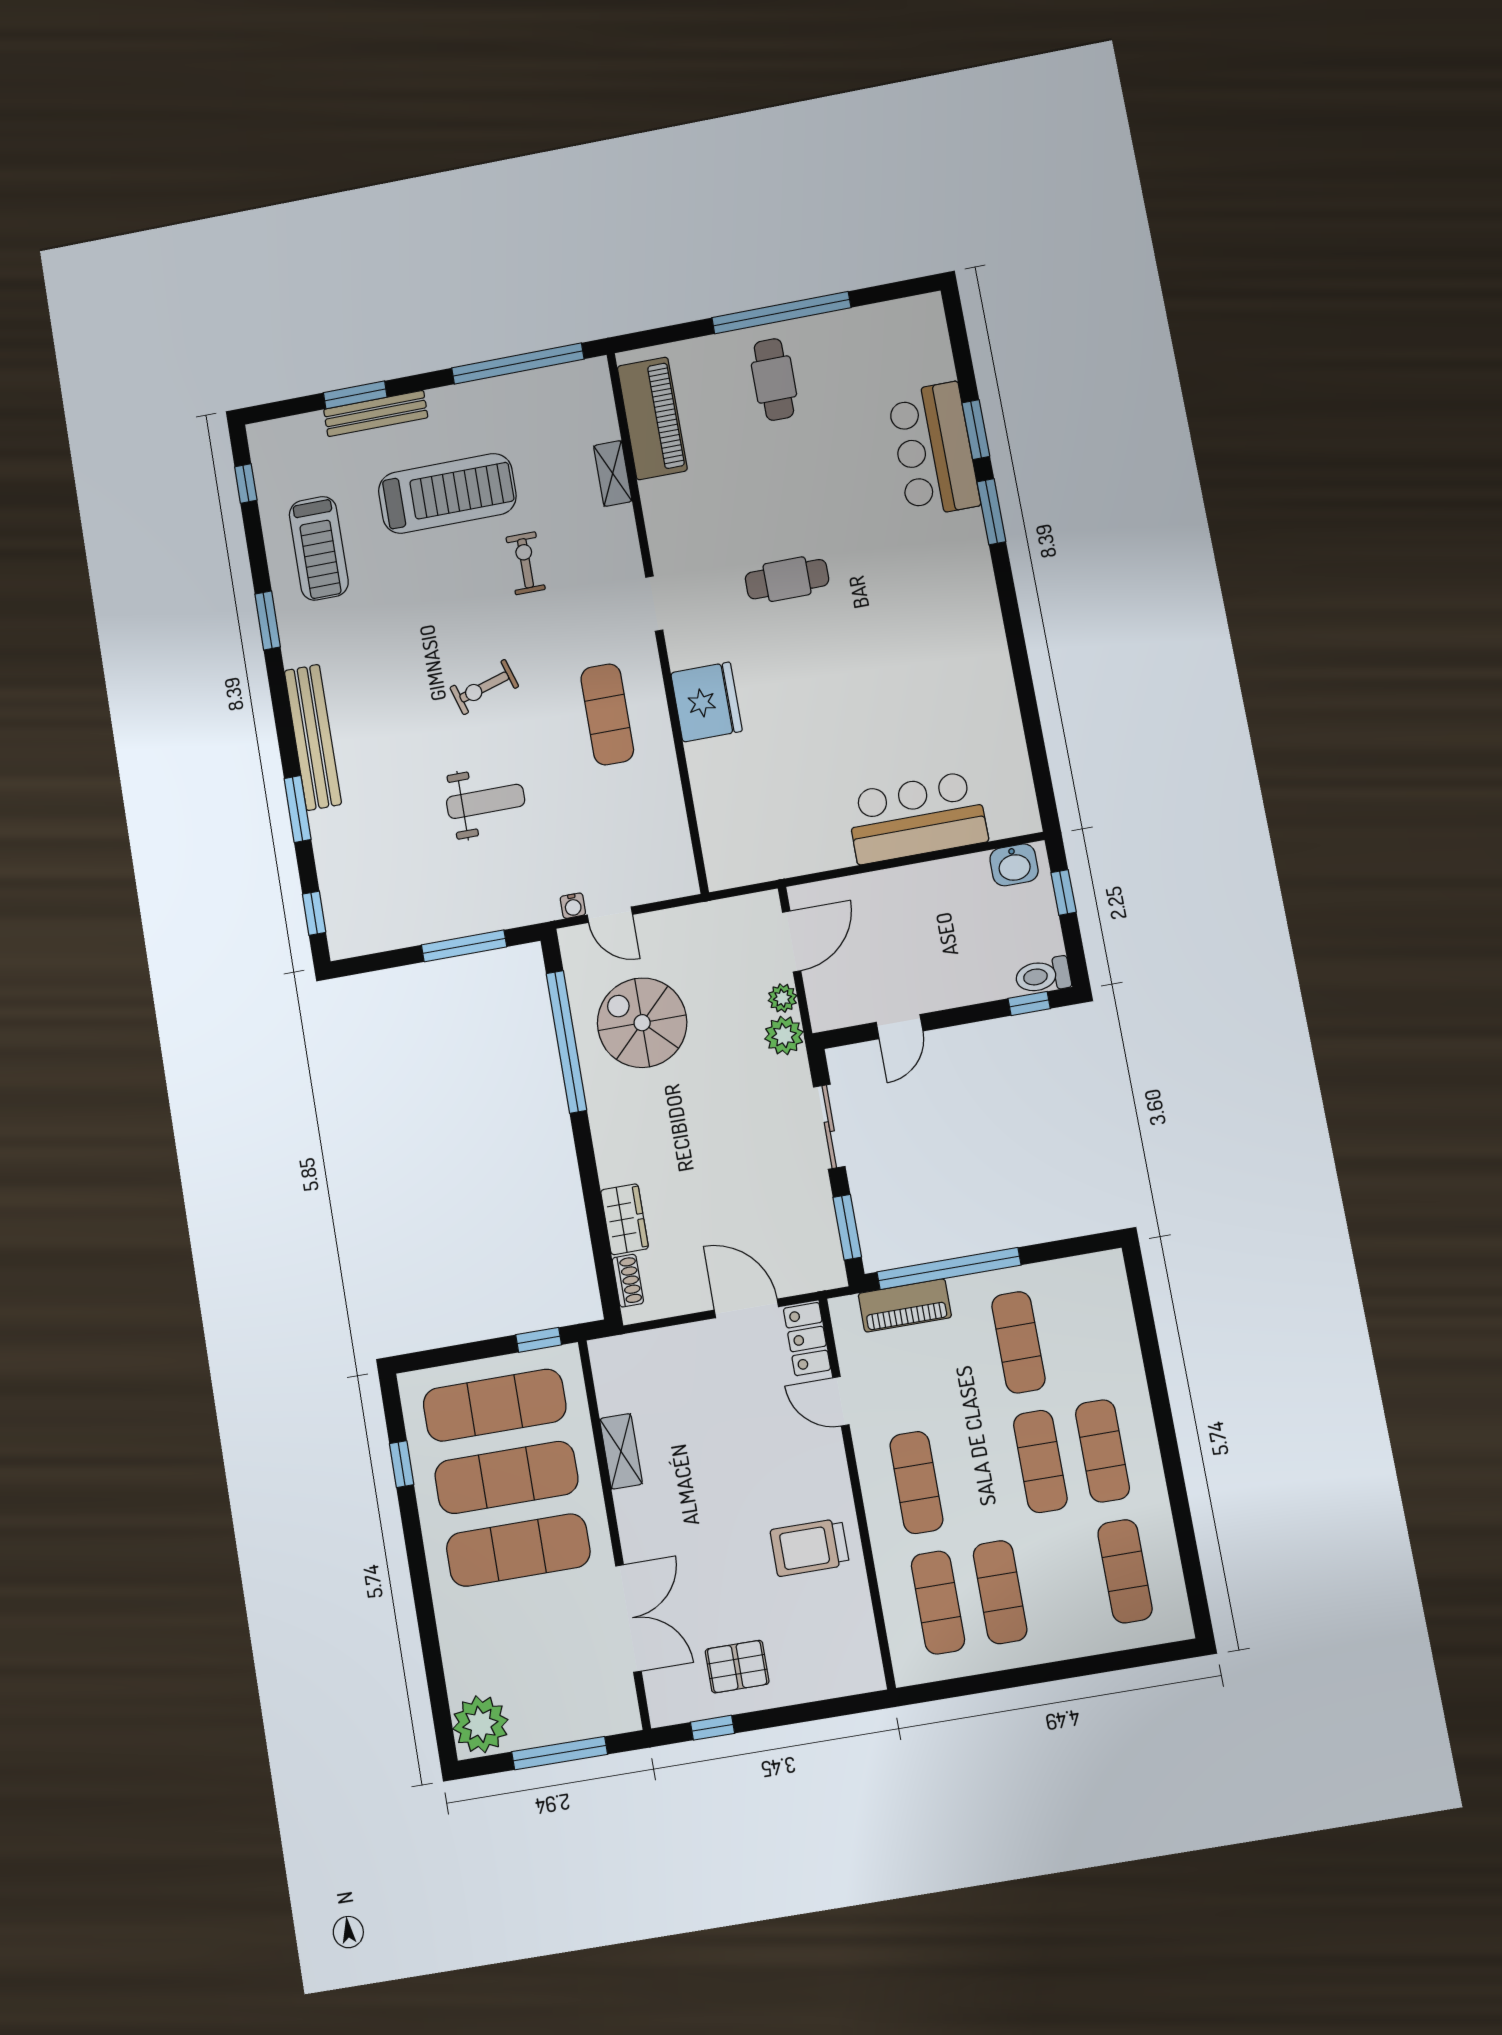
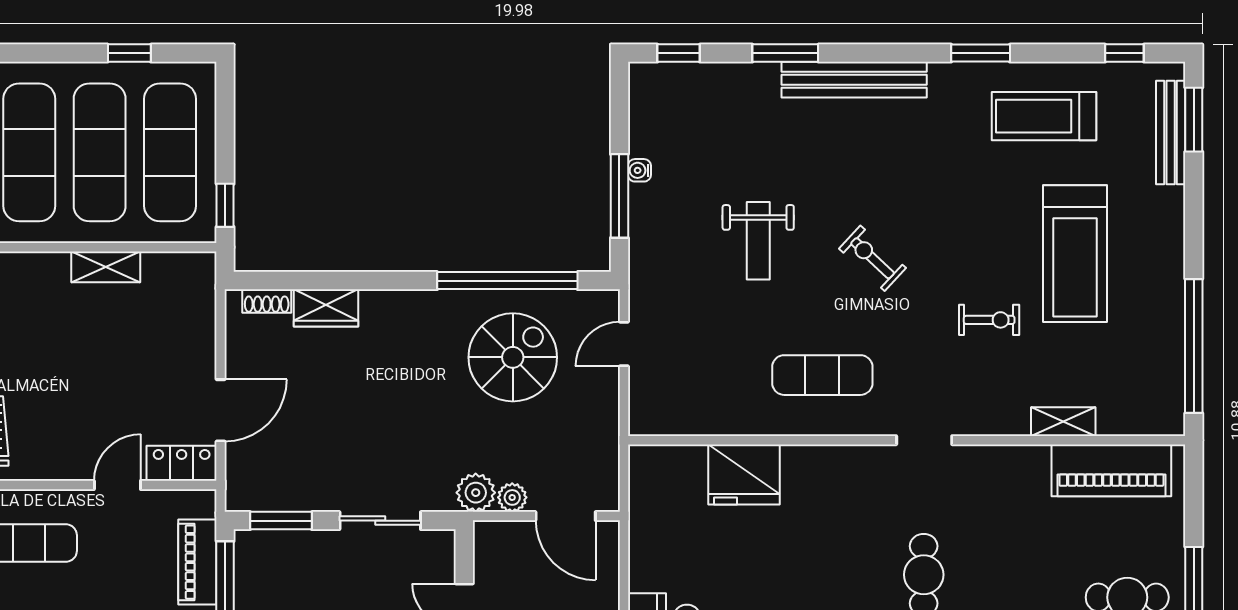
window: (355, 395) -> (1194, 120), moved
bench: (376, 413) -> (1171, 132), moved
exercise bike: (484, 687) -> (873, 258), turned -30
fridge: (707, 702) -> (744, 475), moved
water cooler: (573, 906) -> (639, 170), moved

